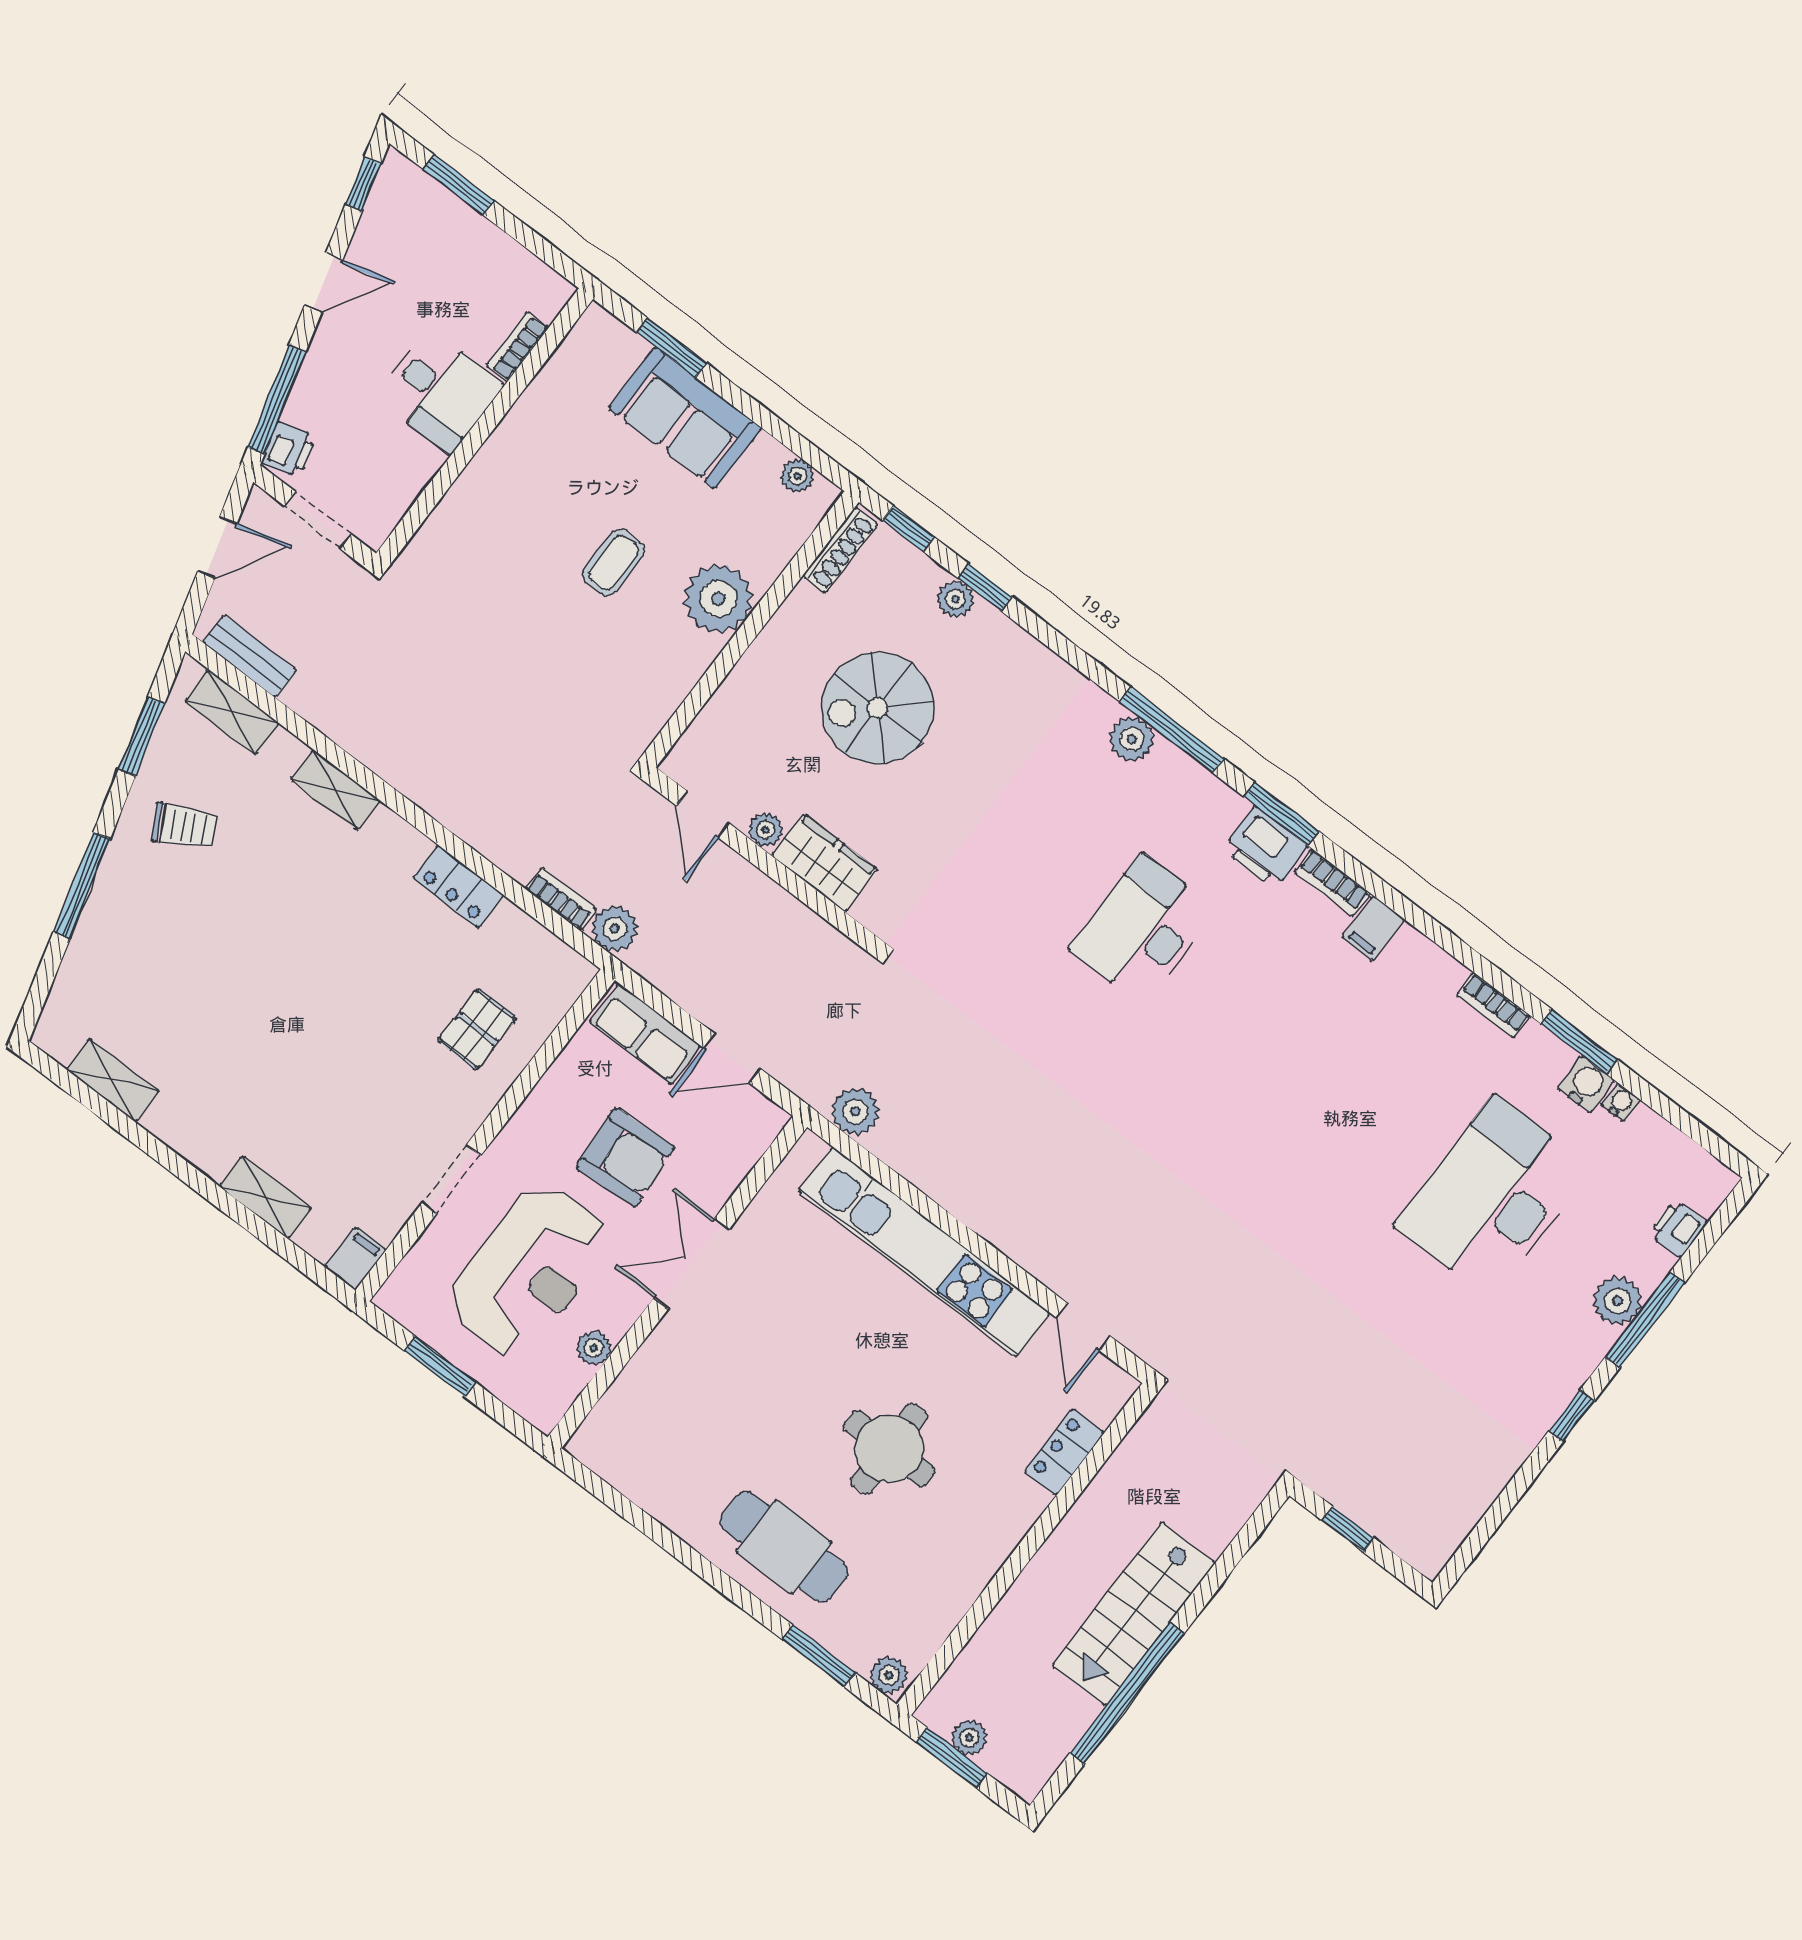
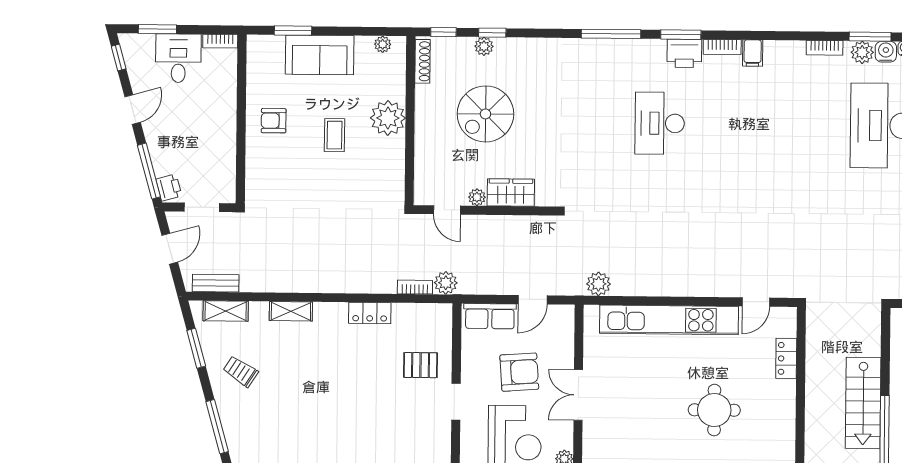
bookcase: (517, 347) -> (220, 41), moved, turned -90
desk: (440, 391) -> (178, 58), moved, turned -90
armchair: (534, 468) -> (274, 121), added
plant: (1132, 739) -> (862, 52), moved
trolley: (184, 826) -> (241, 371), turned -118
pallet: (477, 1029) -> (421, 365), turned 90
doorway: (452, 1179) -> (456, 402), moved
door: (1083, 1327) -> (756, 302), hinge flipped

